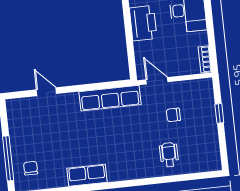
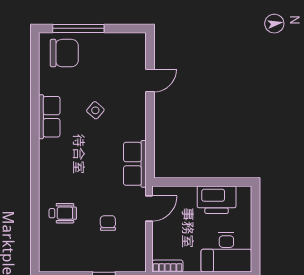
row of seats: (110, 98) -> (135, 164), width x0.68
side table: (77, 136) -> (95, 110), added
chair: (31, 168) -> (64, 53), width x1.87, depth x1.87

